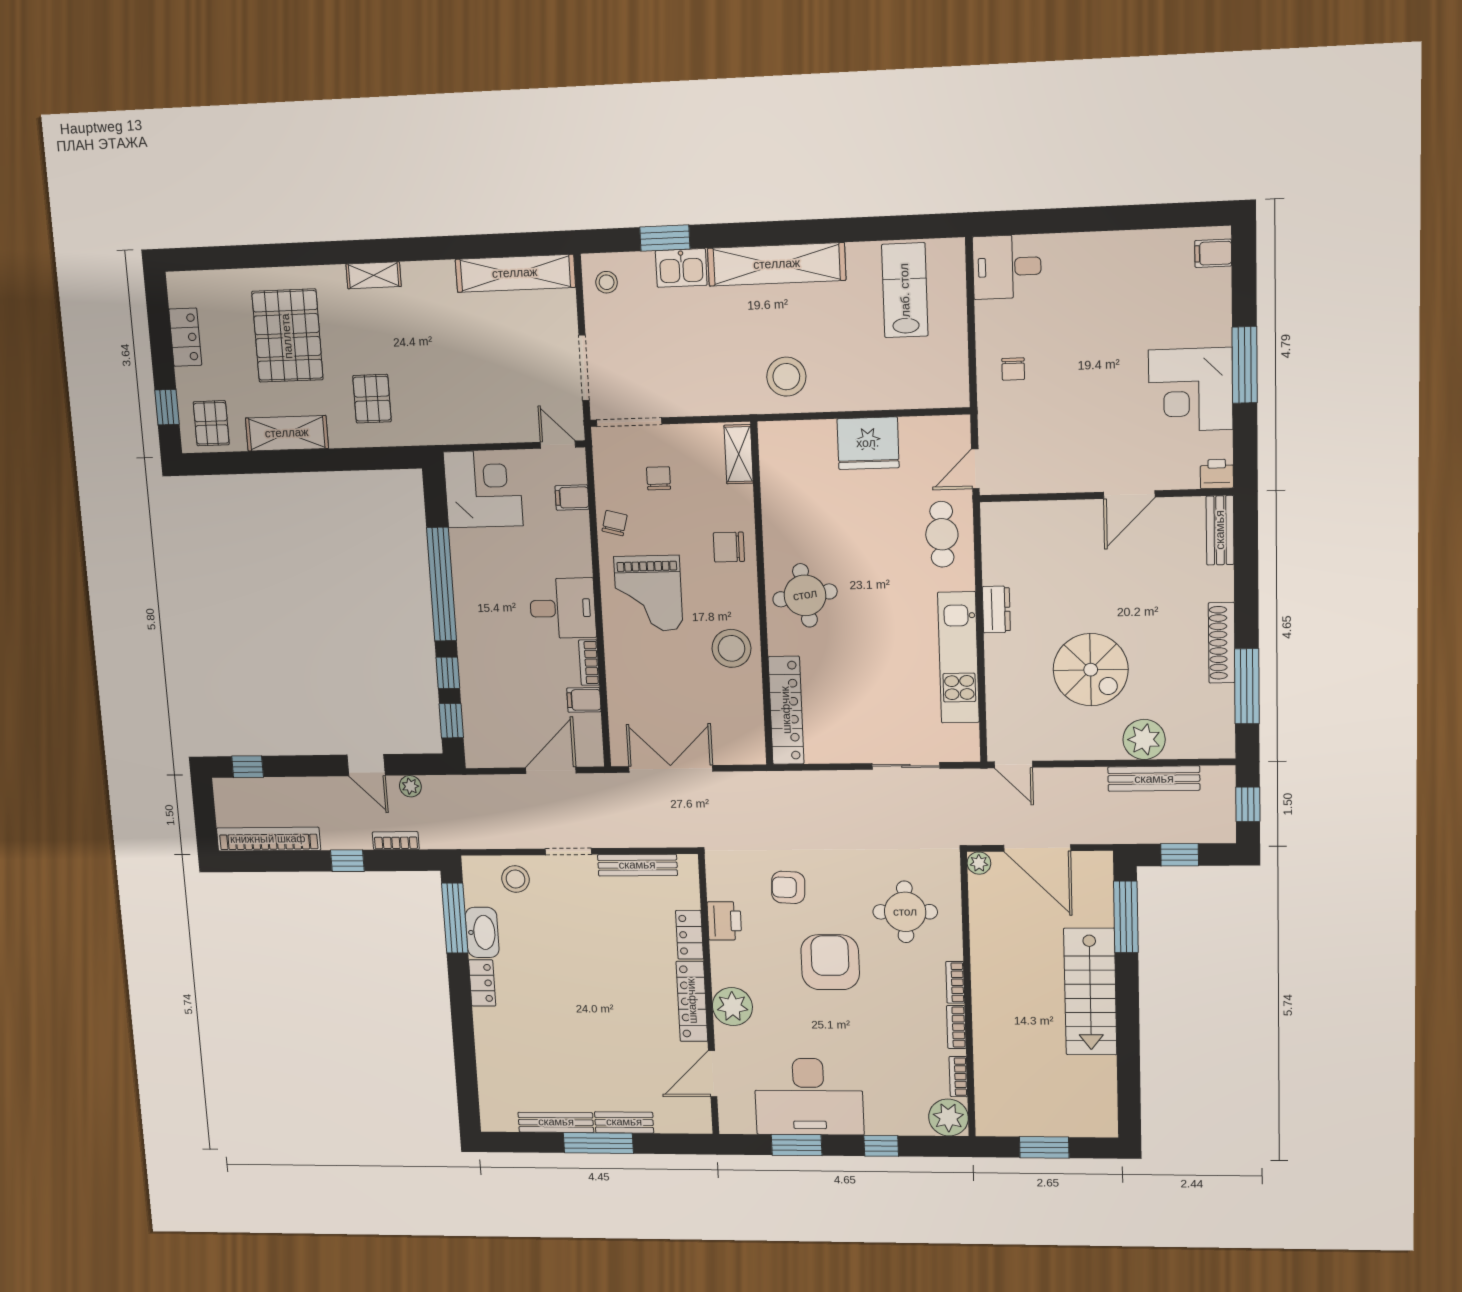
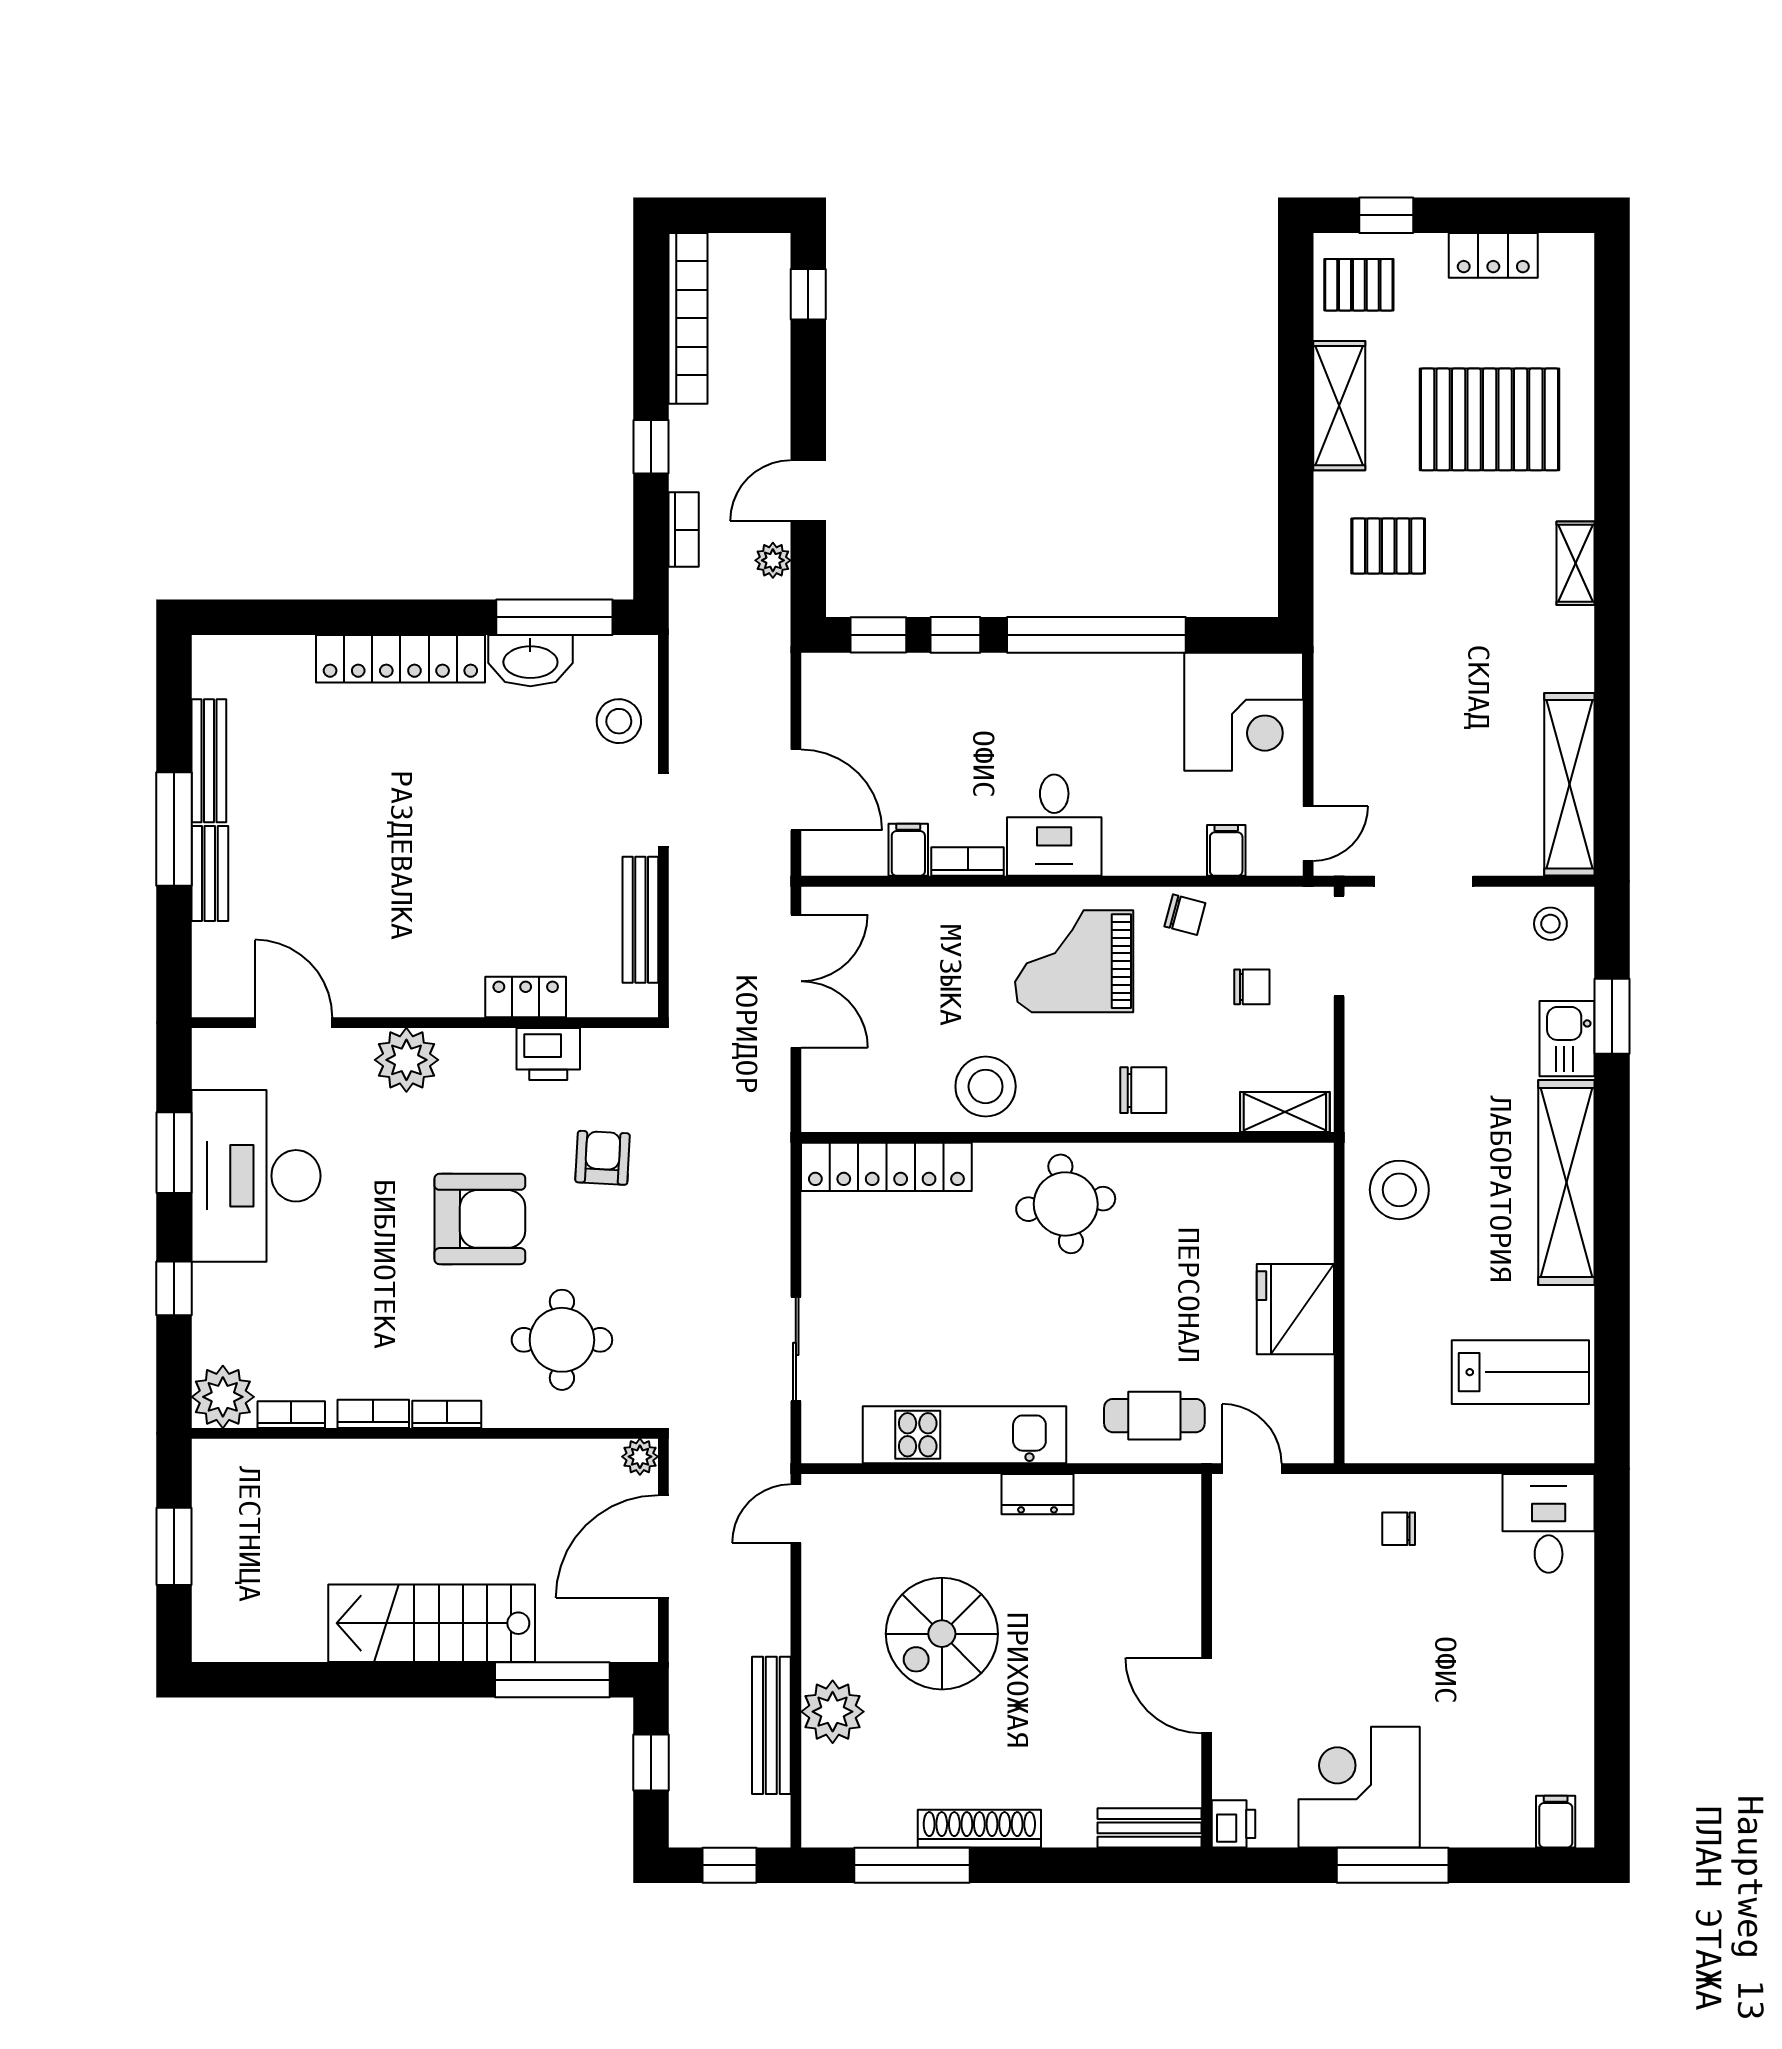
chair: (729, 547) -> (1143, 1090), turned 90
locker: (482, 983) -> (400, 659), width x2.16, depth x1.21
locker: (692, 1001) -> (415, 995), removed

